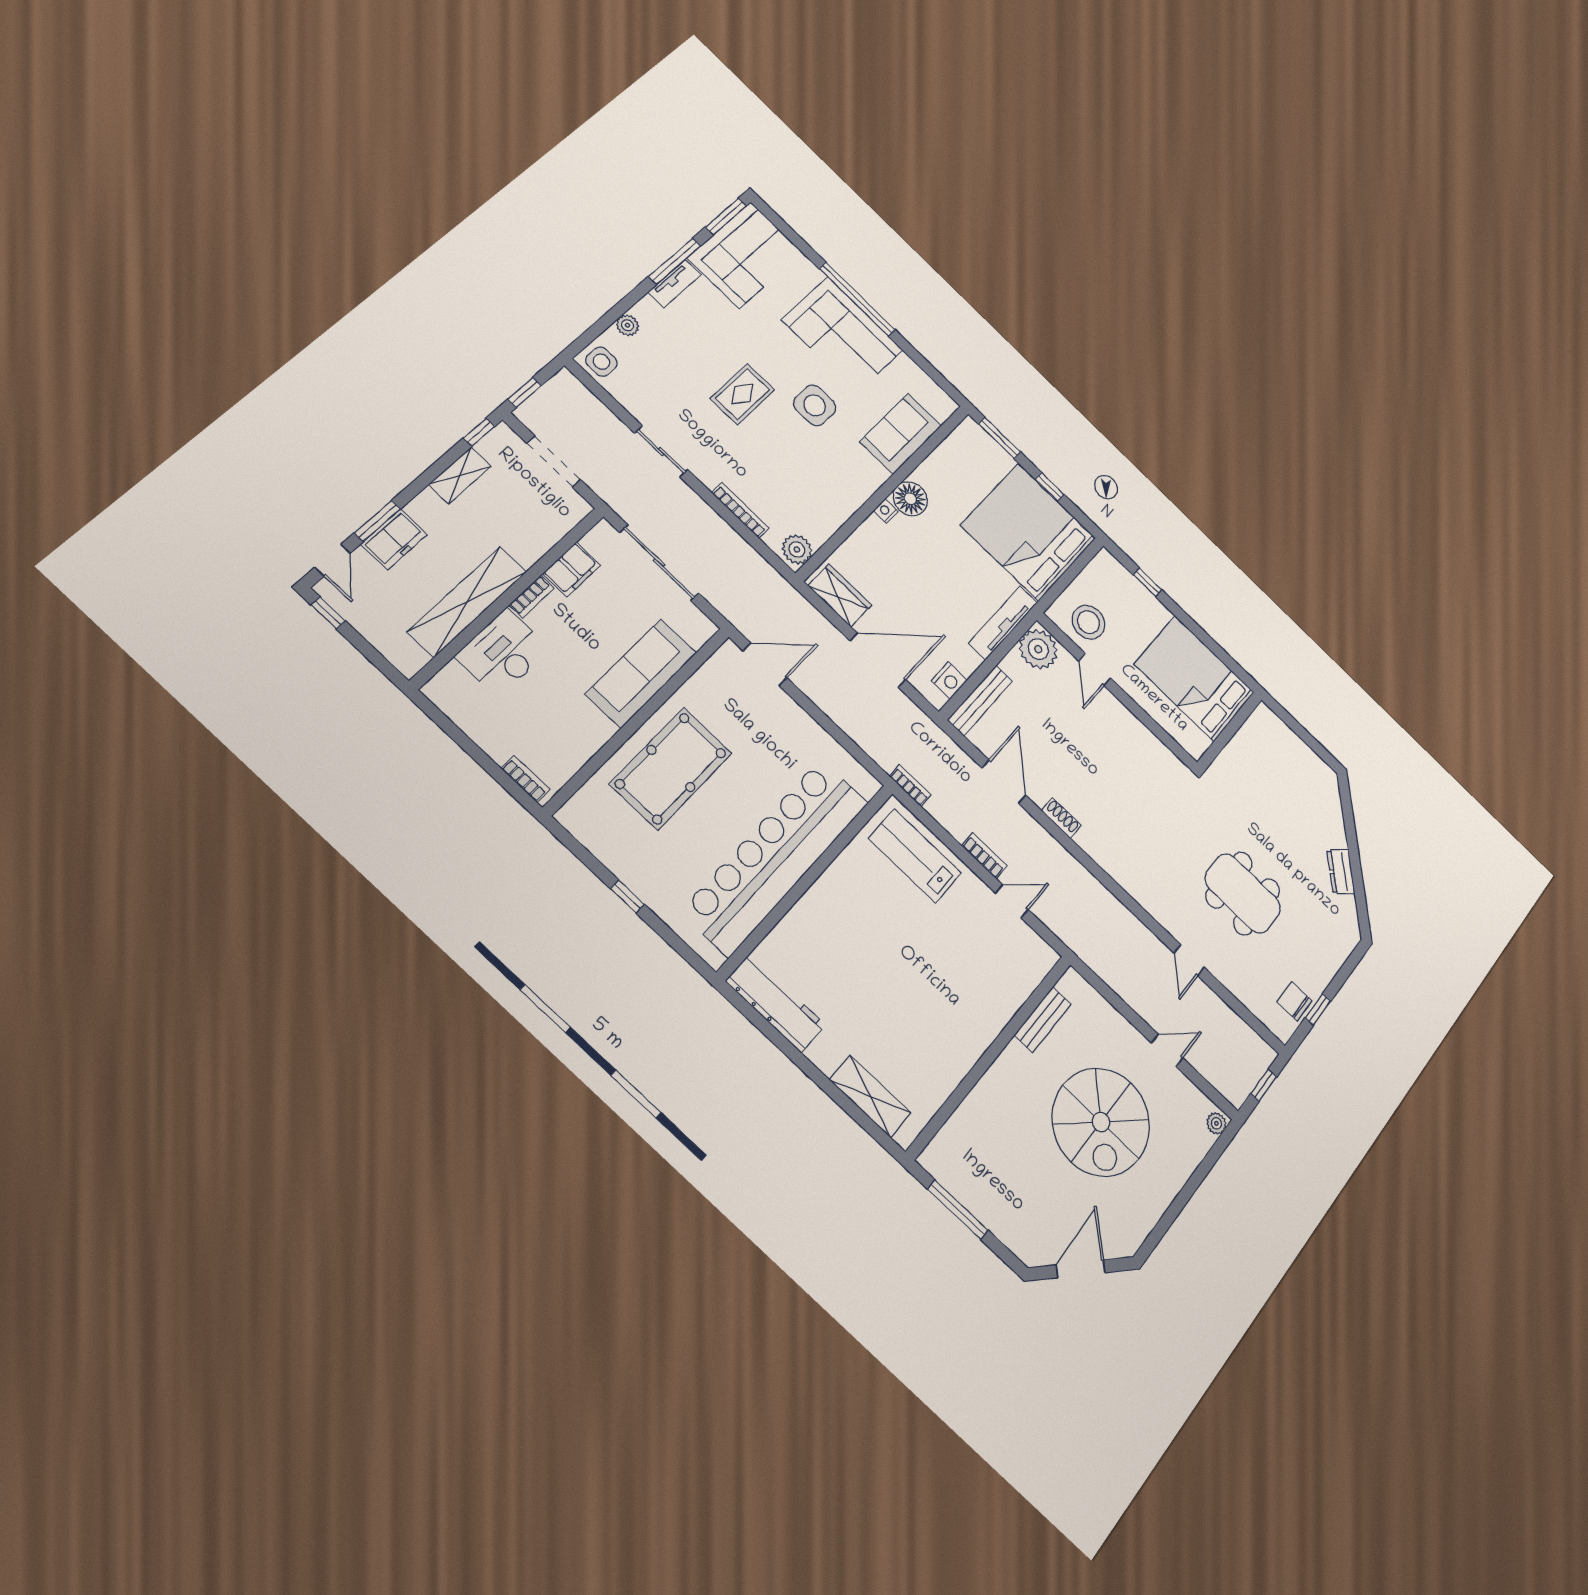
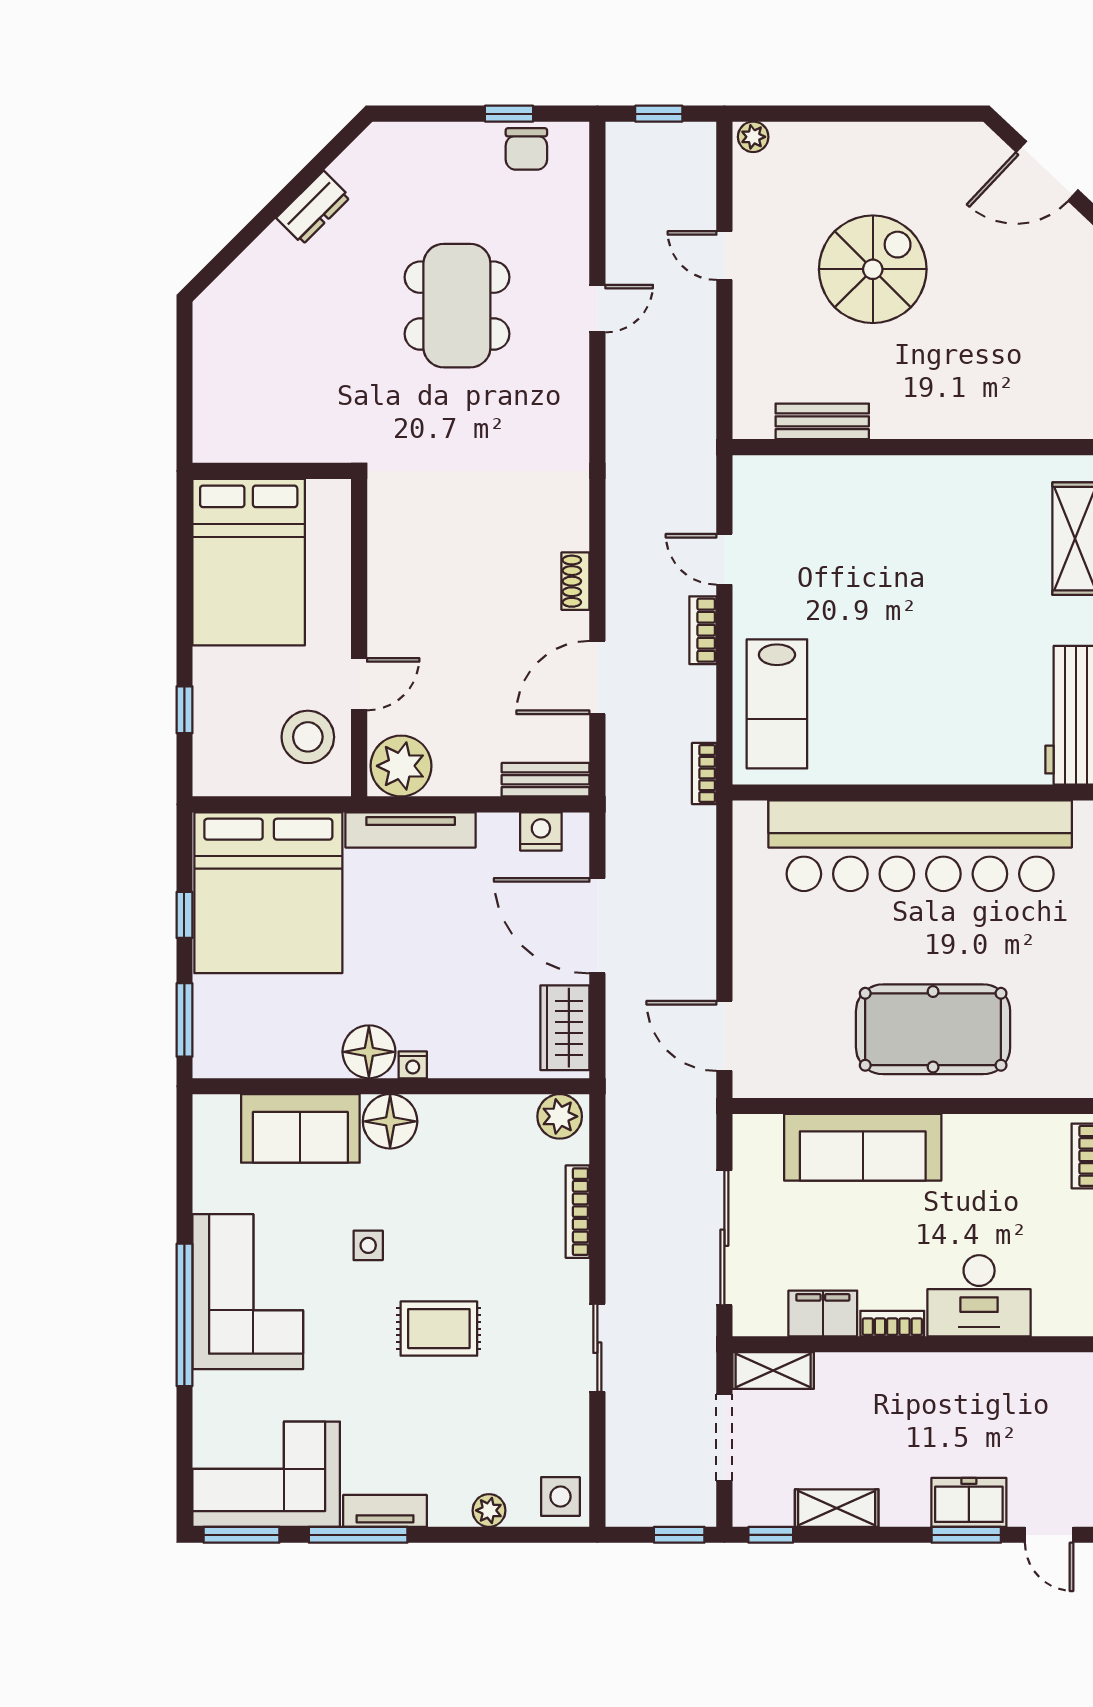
side table: (815, 405) -> (368, 1245), width x0.54, depth x0.54
floor lamp: (867, 474) -> (390, 1121), added
door: (333, 560) -> (1049, 1535), swing flipped
shelving: (467, 602) -> (773, 1371), moved, width x0.45, depth x0.75
bench: (980, 700) -> (546, 780), width x0.73
spiral stairs: (1101, 1122) -> (873, 269), width x0.73, depth x0.73

